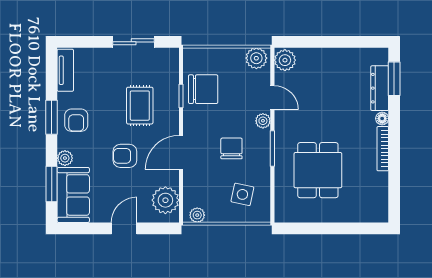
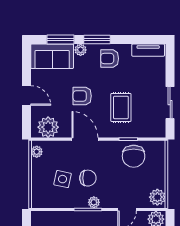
rug: (140, 106) -> (121, 107), turned 90
window: (52, 117) -> (97, 40), moved
plant: (263, 121) -> (94, 202), moved
armchair: (125, 156) -> (82, 96), turned -90
side table: (242, 194) -> (63, 179), moved

